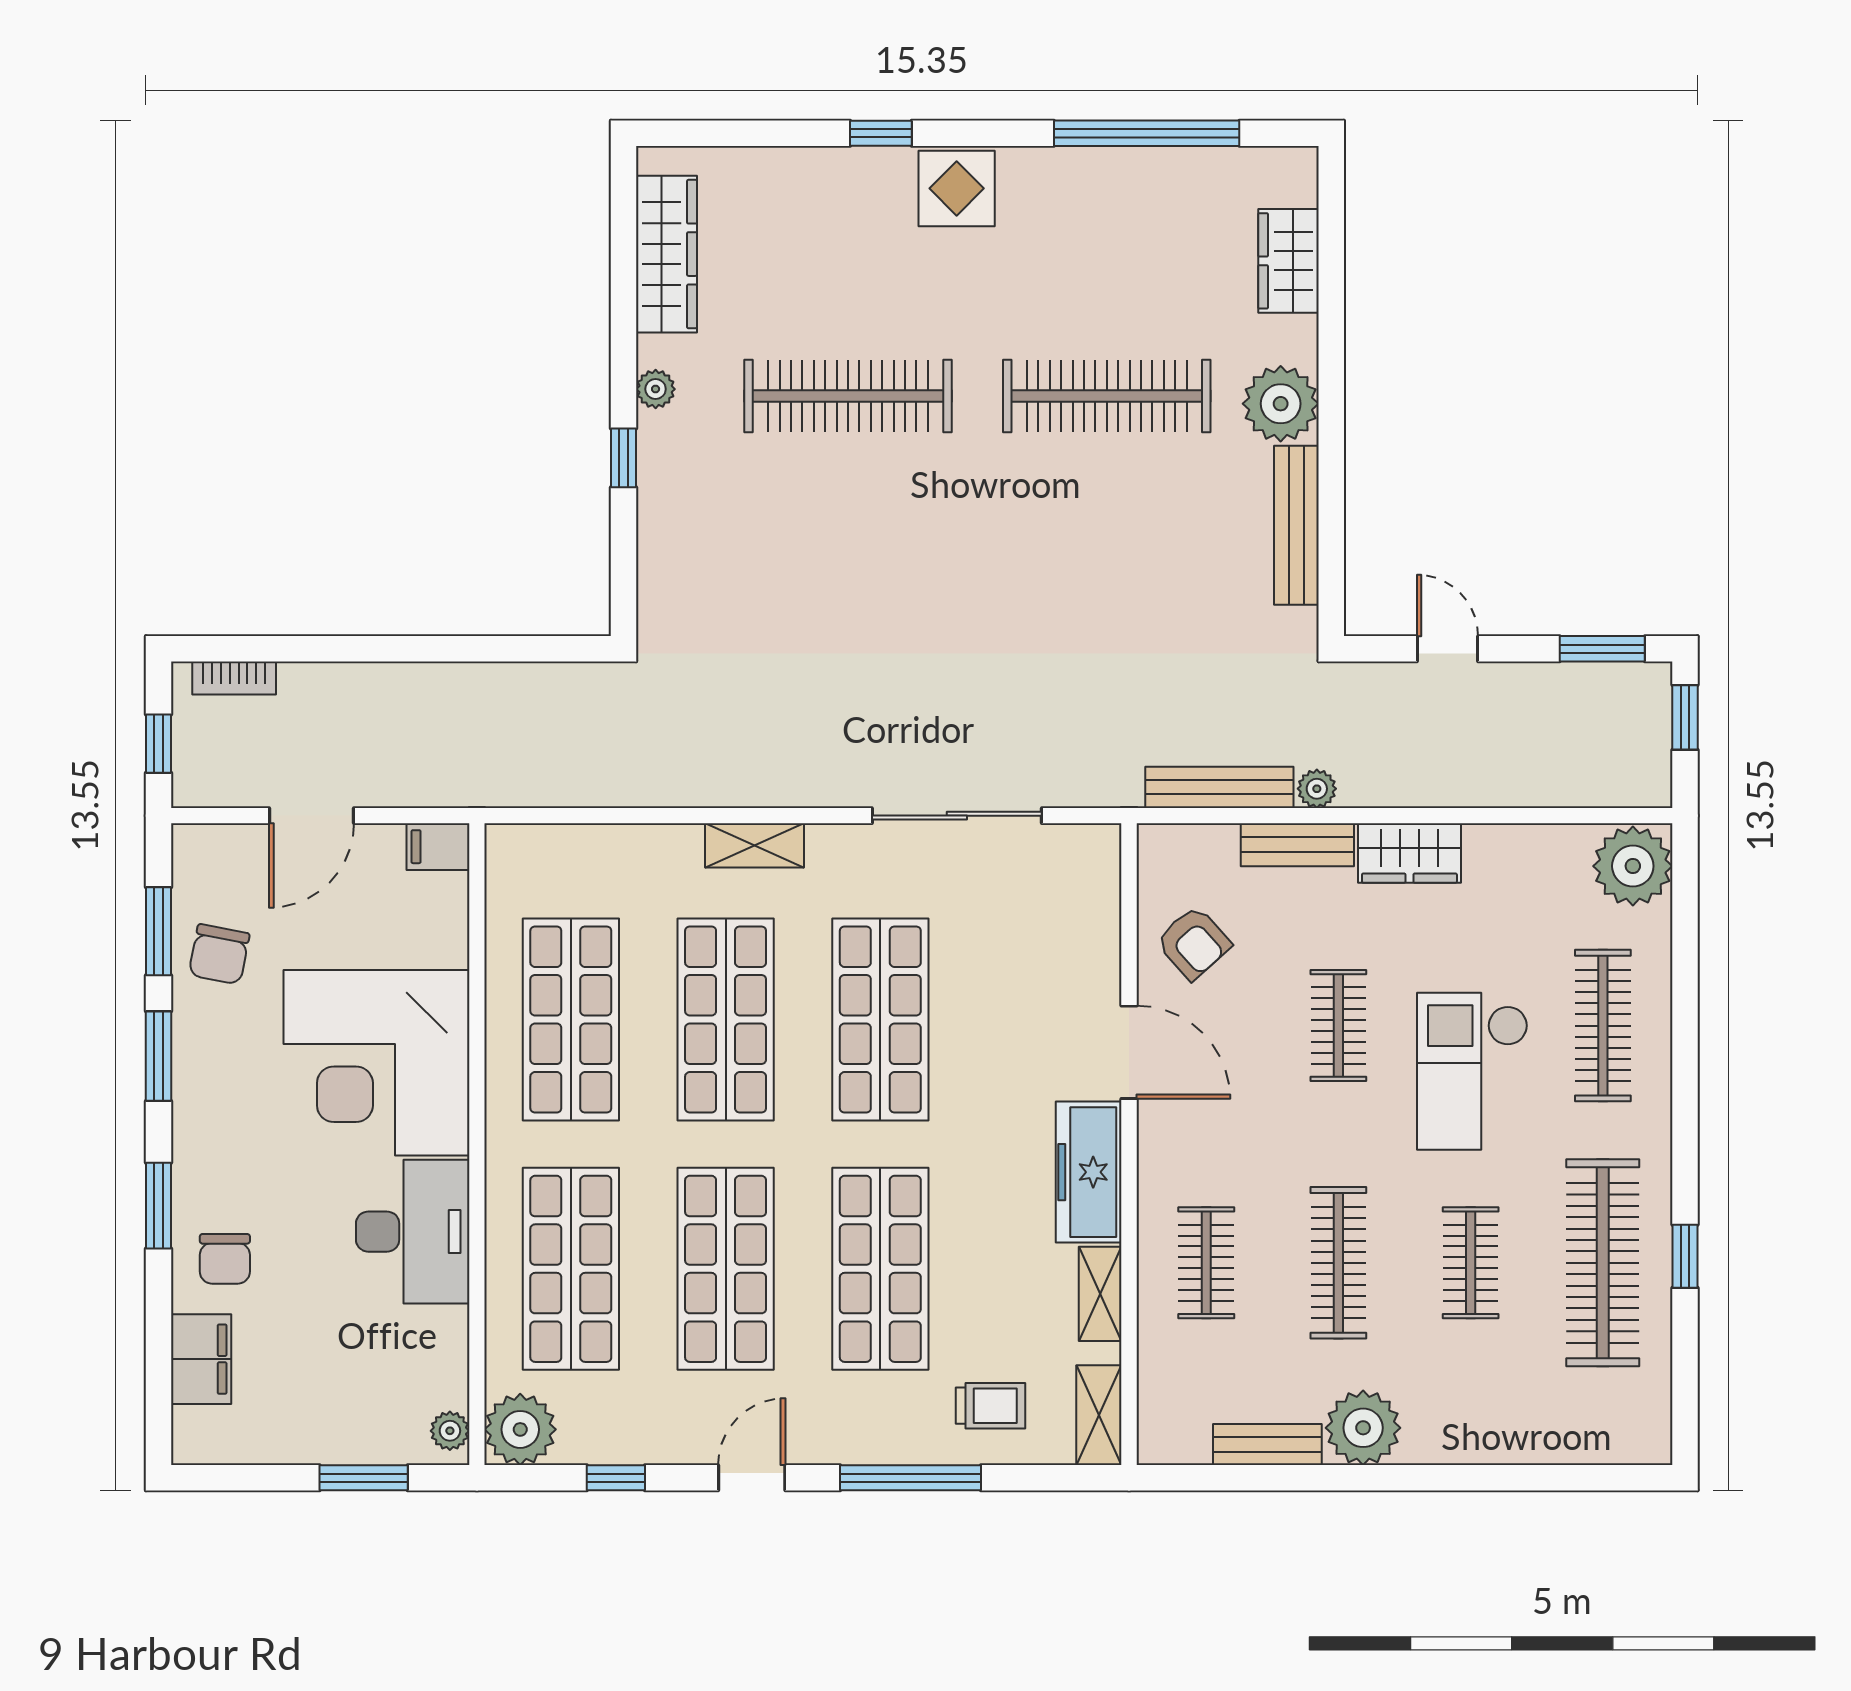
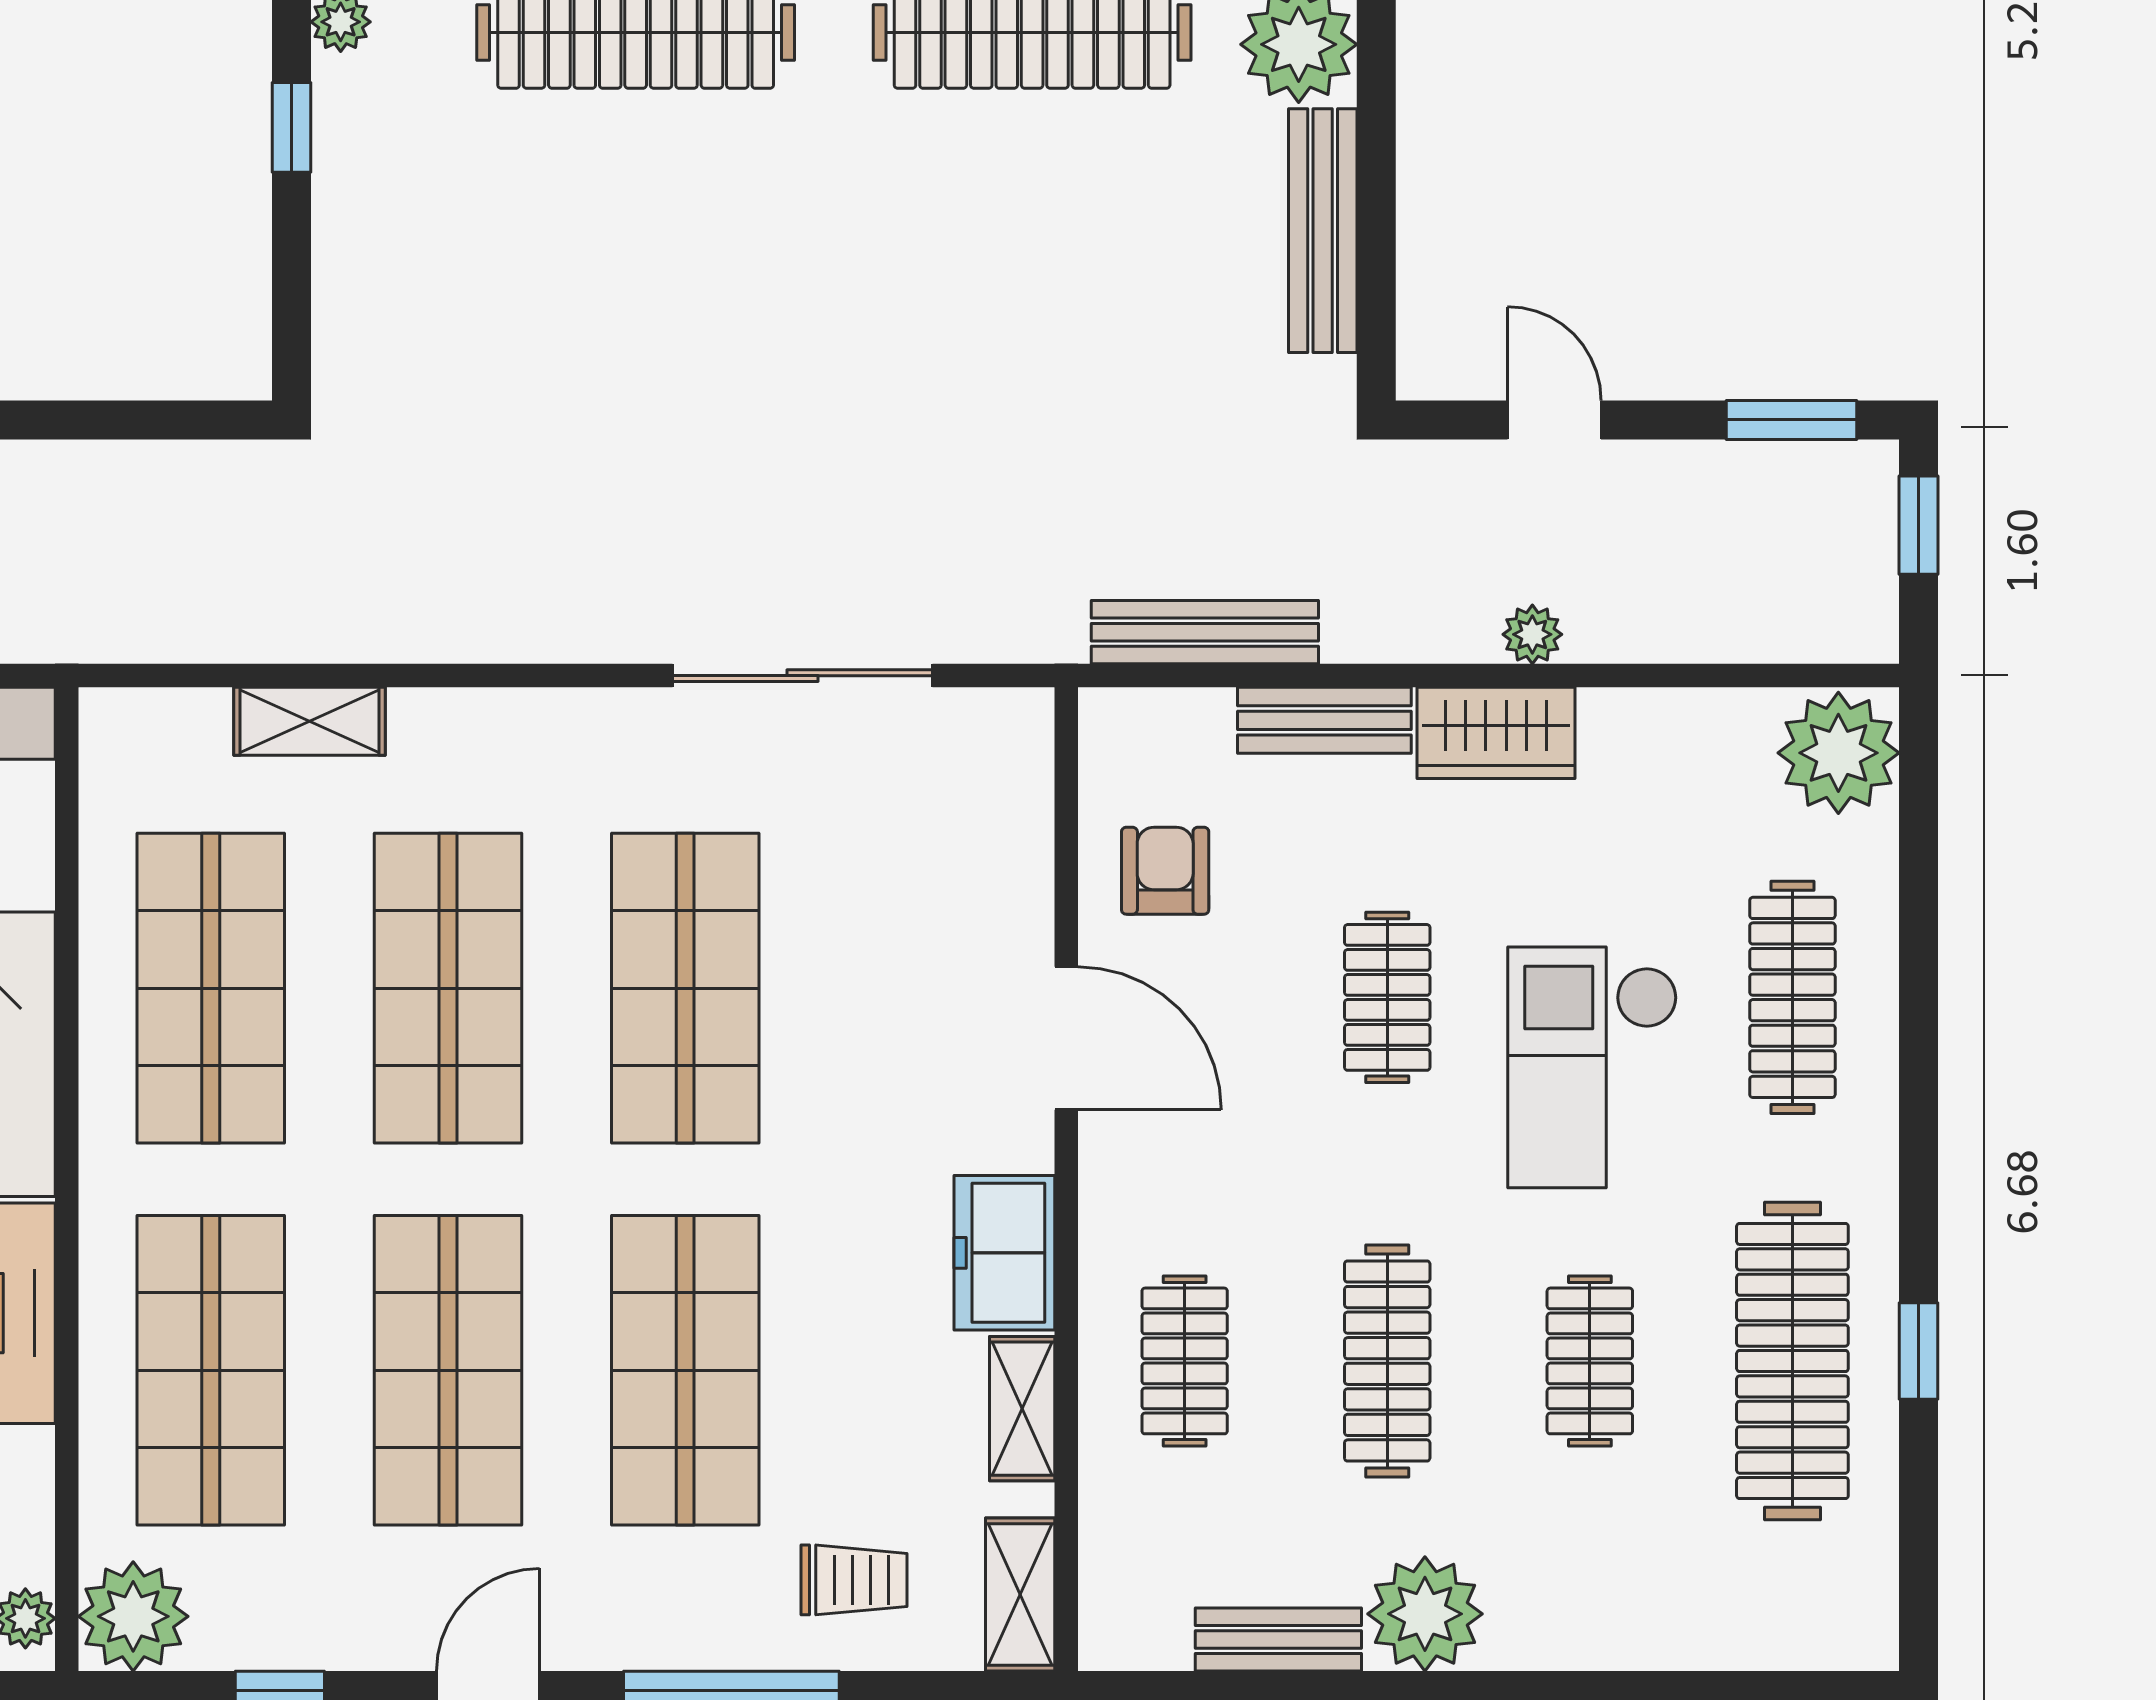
plant: (1317, 789) -> (1532, 634), moved
shelving: (754, 845) -> (309, 721), moved
armchair: (1194, 943) -> (1165, 871), turned -138
freezer: (1089, 1172) -> (1004, 1253), width x0.71

